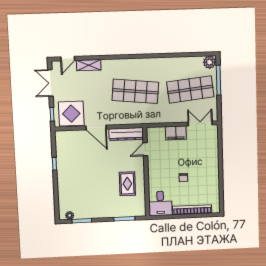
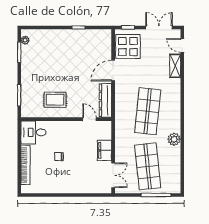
plant: (209, 62) -> (174, 139), moved

